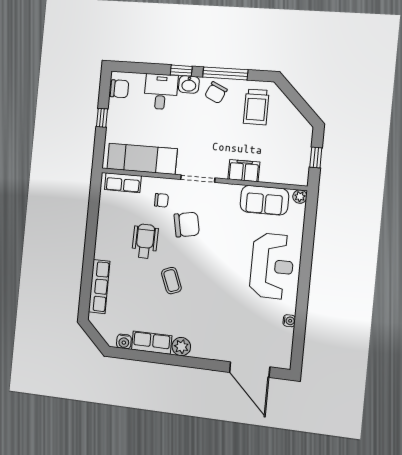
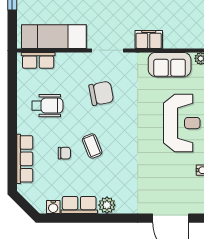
chair: (161, 200) -> (64, 153), moved
wheelchair: (145, 241) -> (47, 106), moved, turned 89

